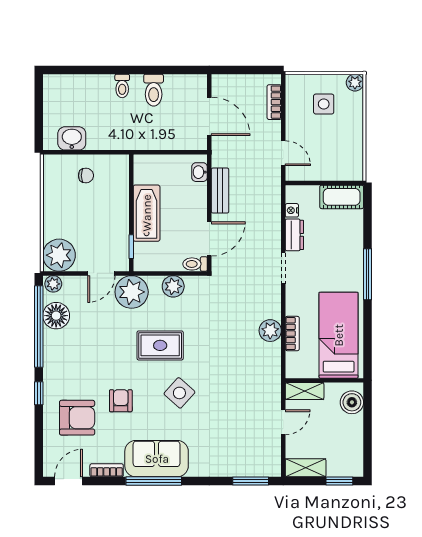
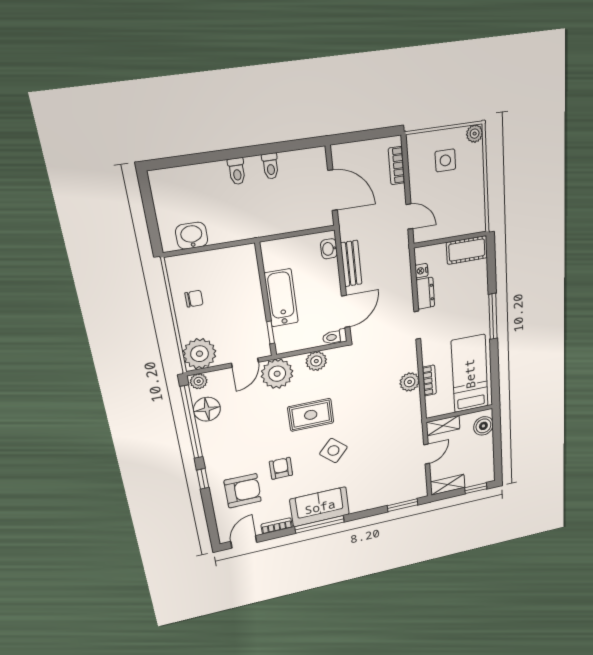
toilet: (154, 90) -> (270, 166), width x0.73, depth x0.72
chair: (86, 176) -> (194, 299), moved

